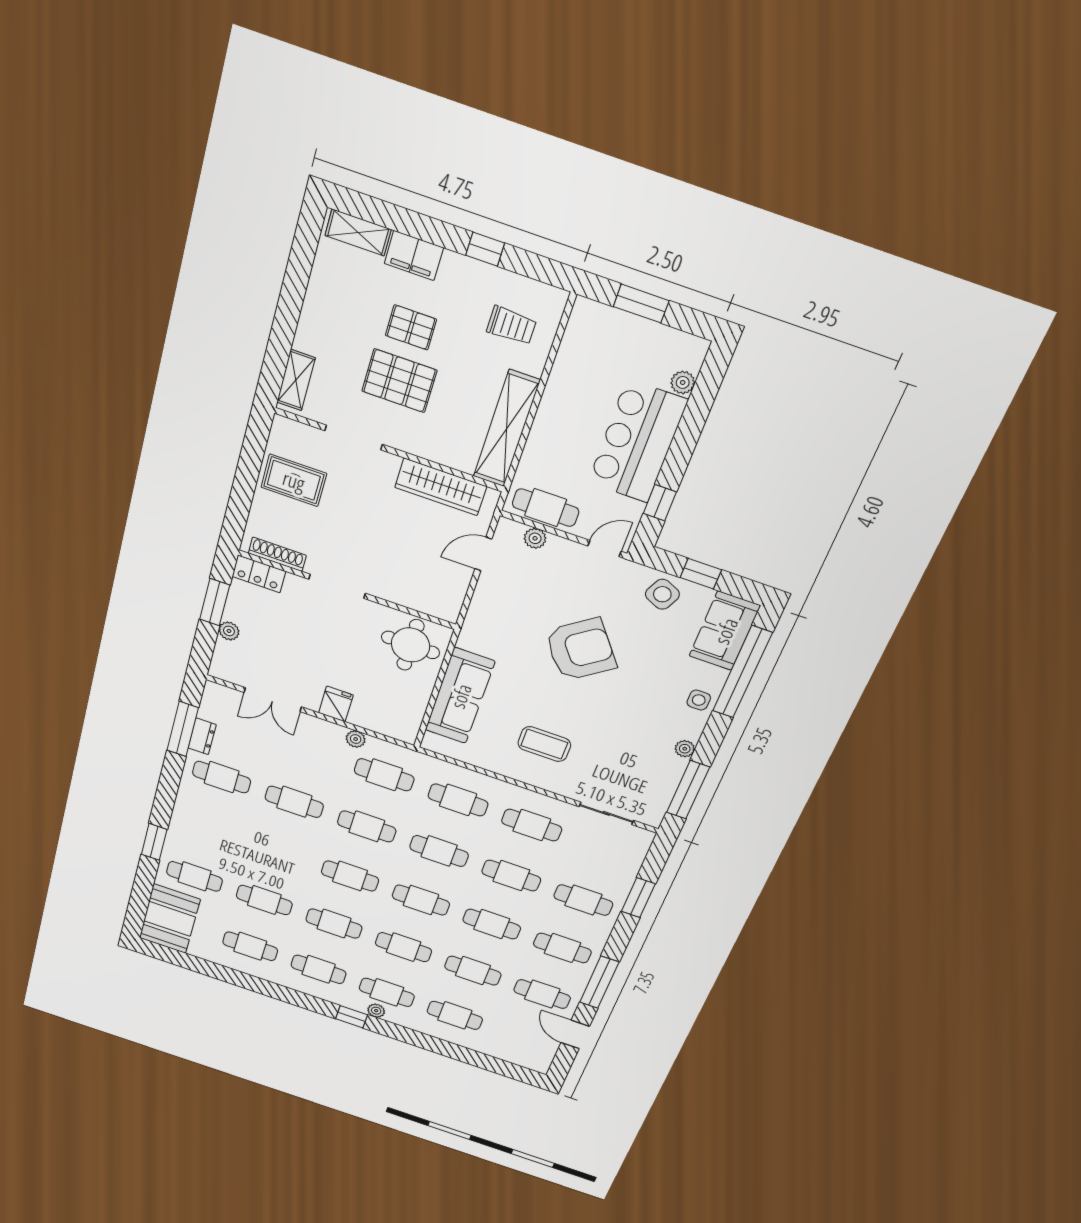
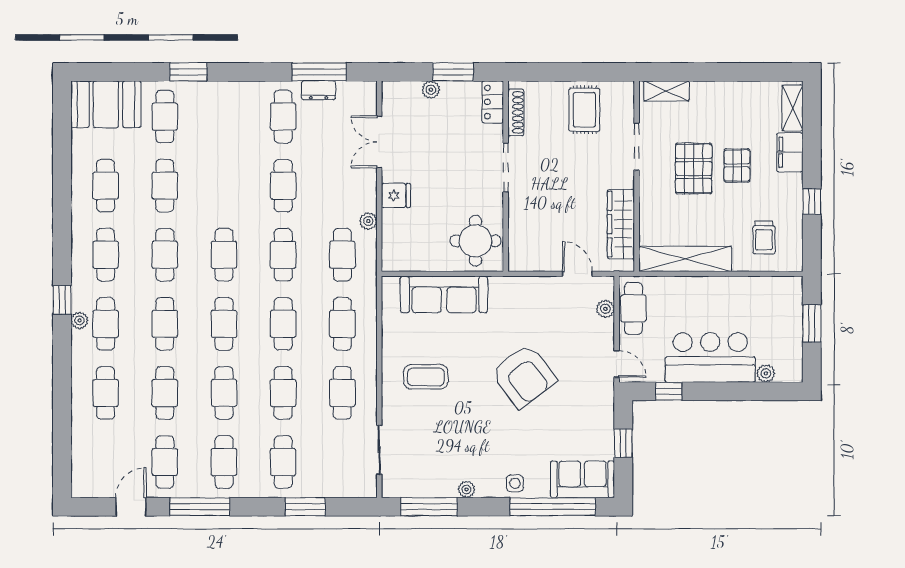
side table: (662, 594) -> (595, 421), removed
coffee table: (544, 744) -> (426, 377), turned 90

